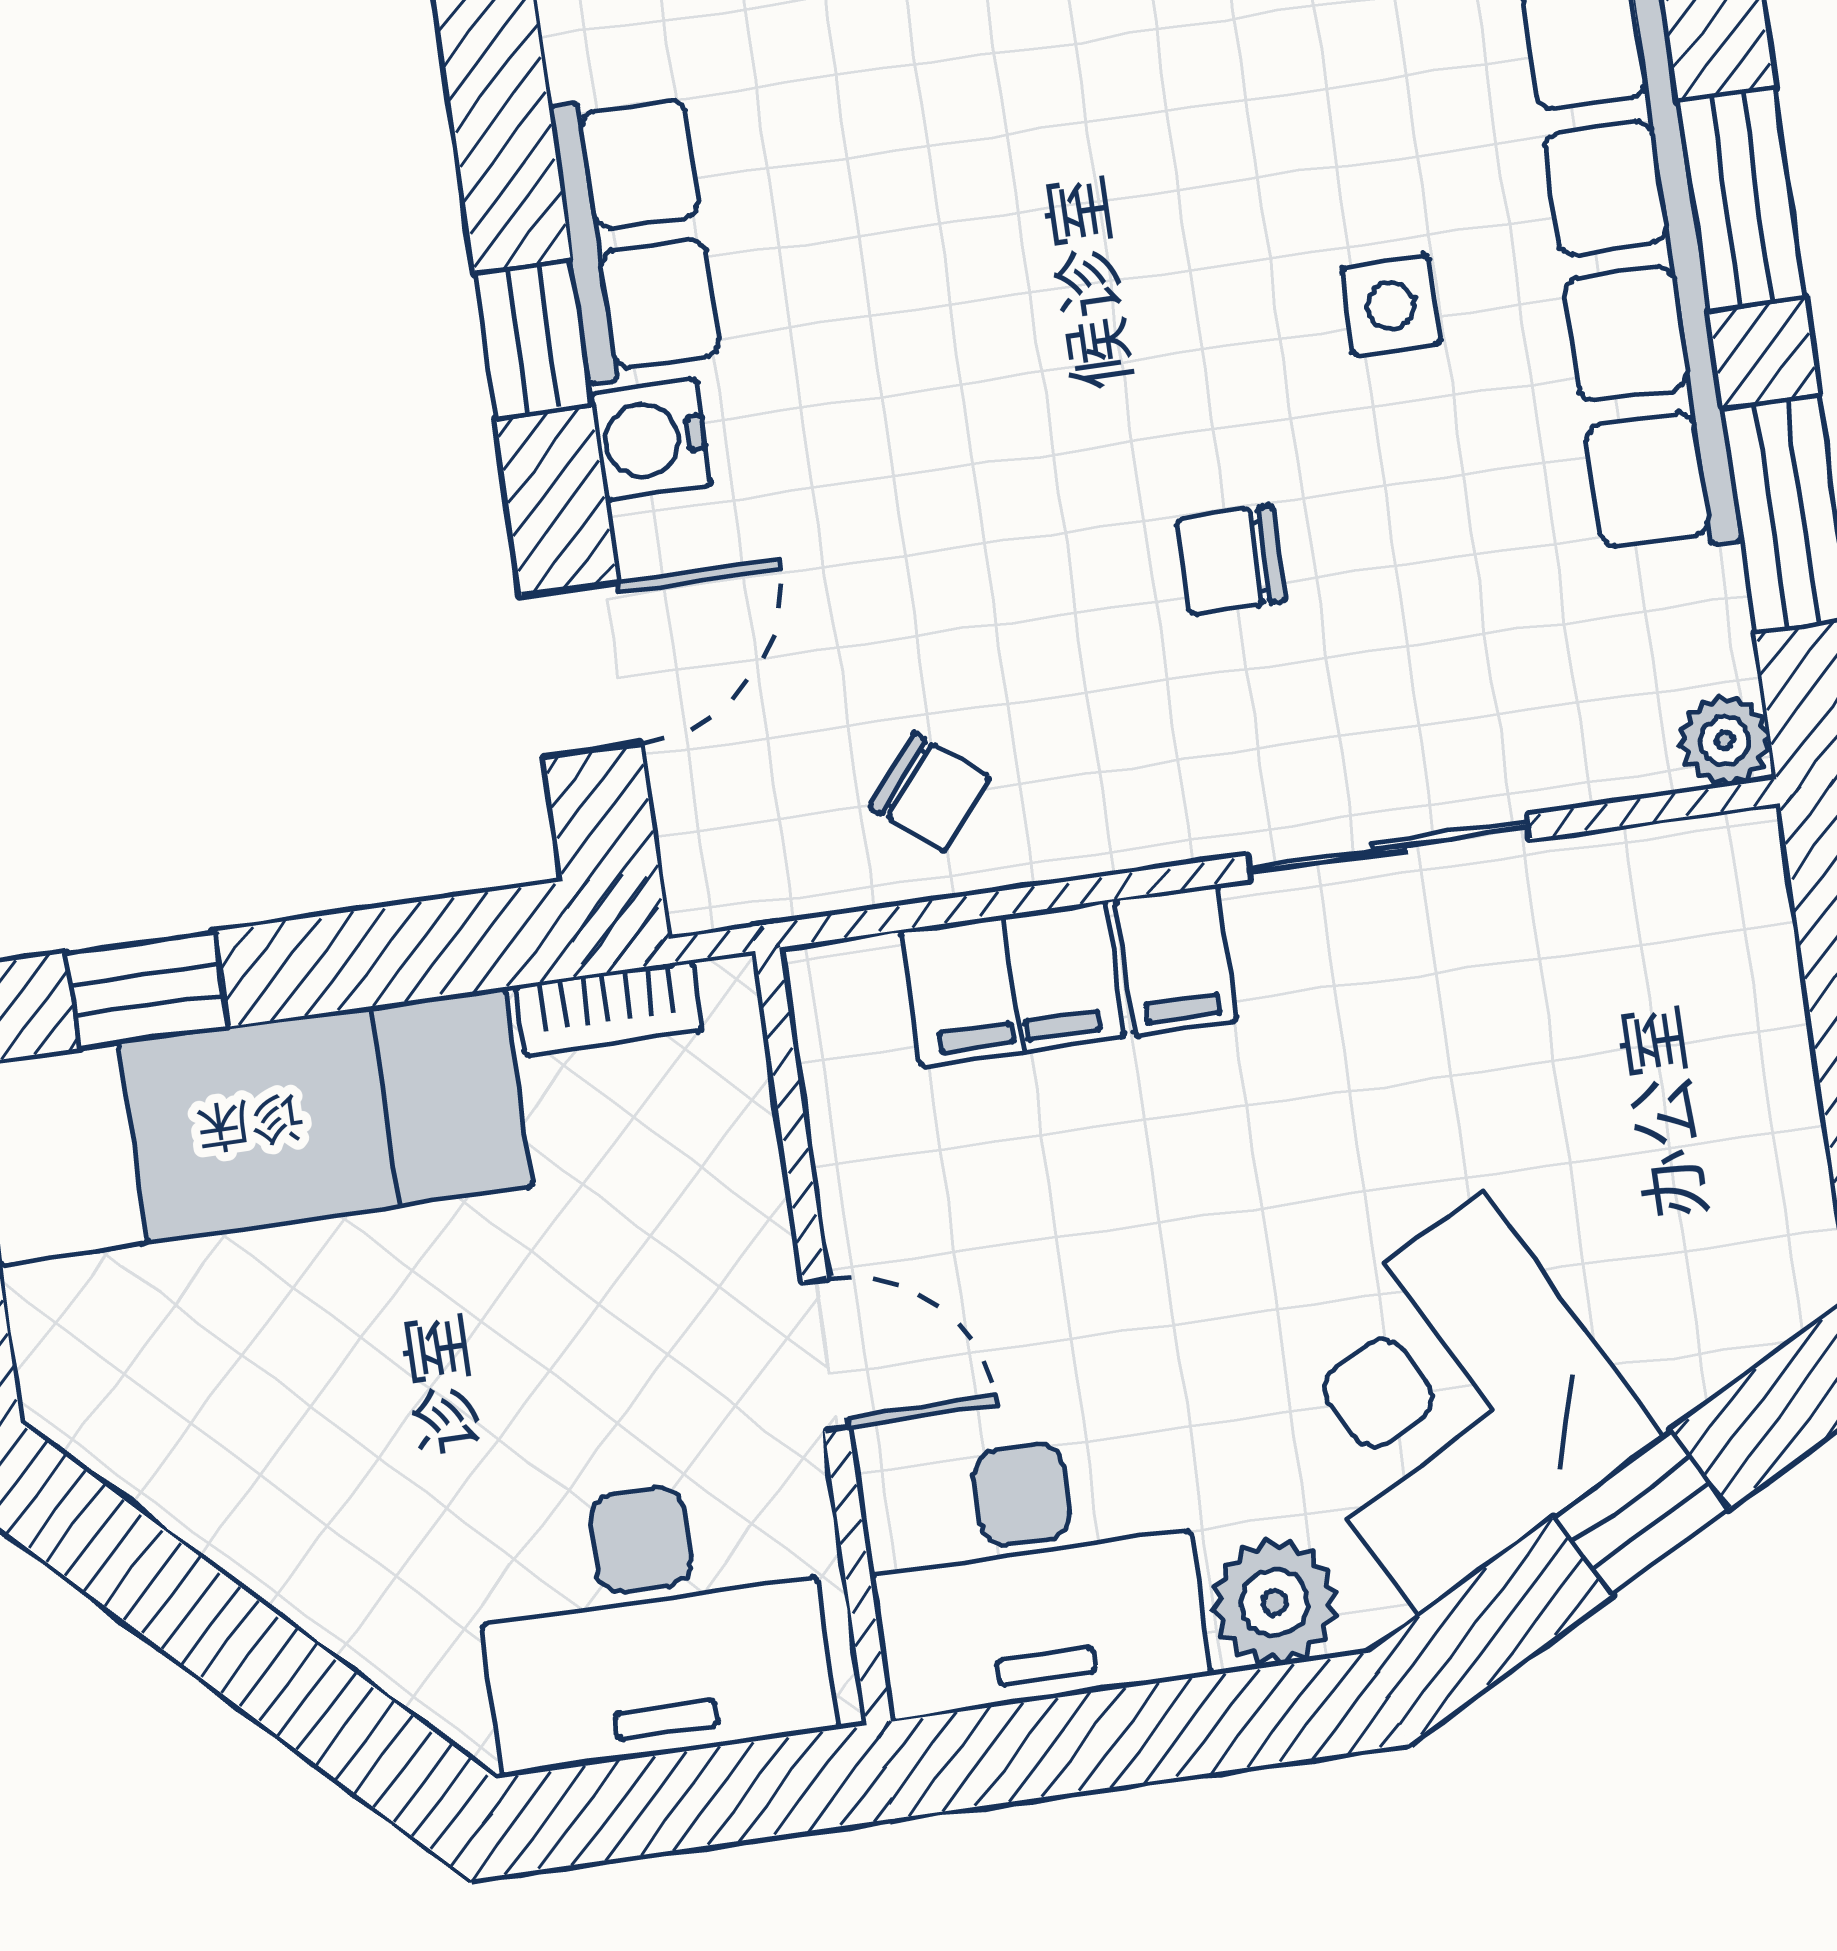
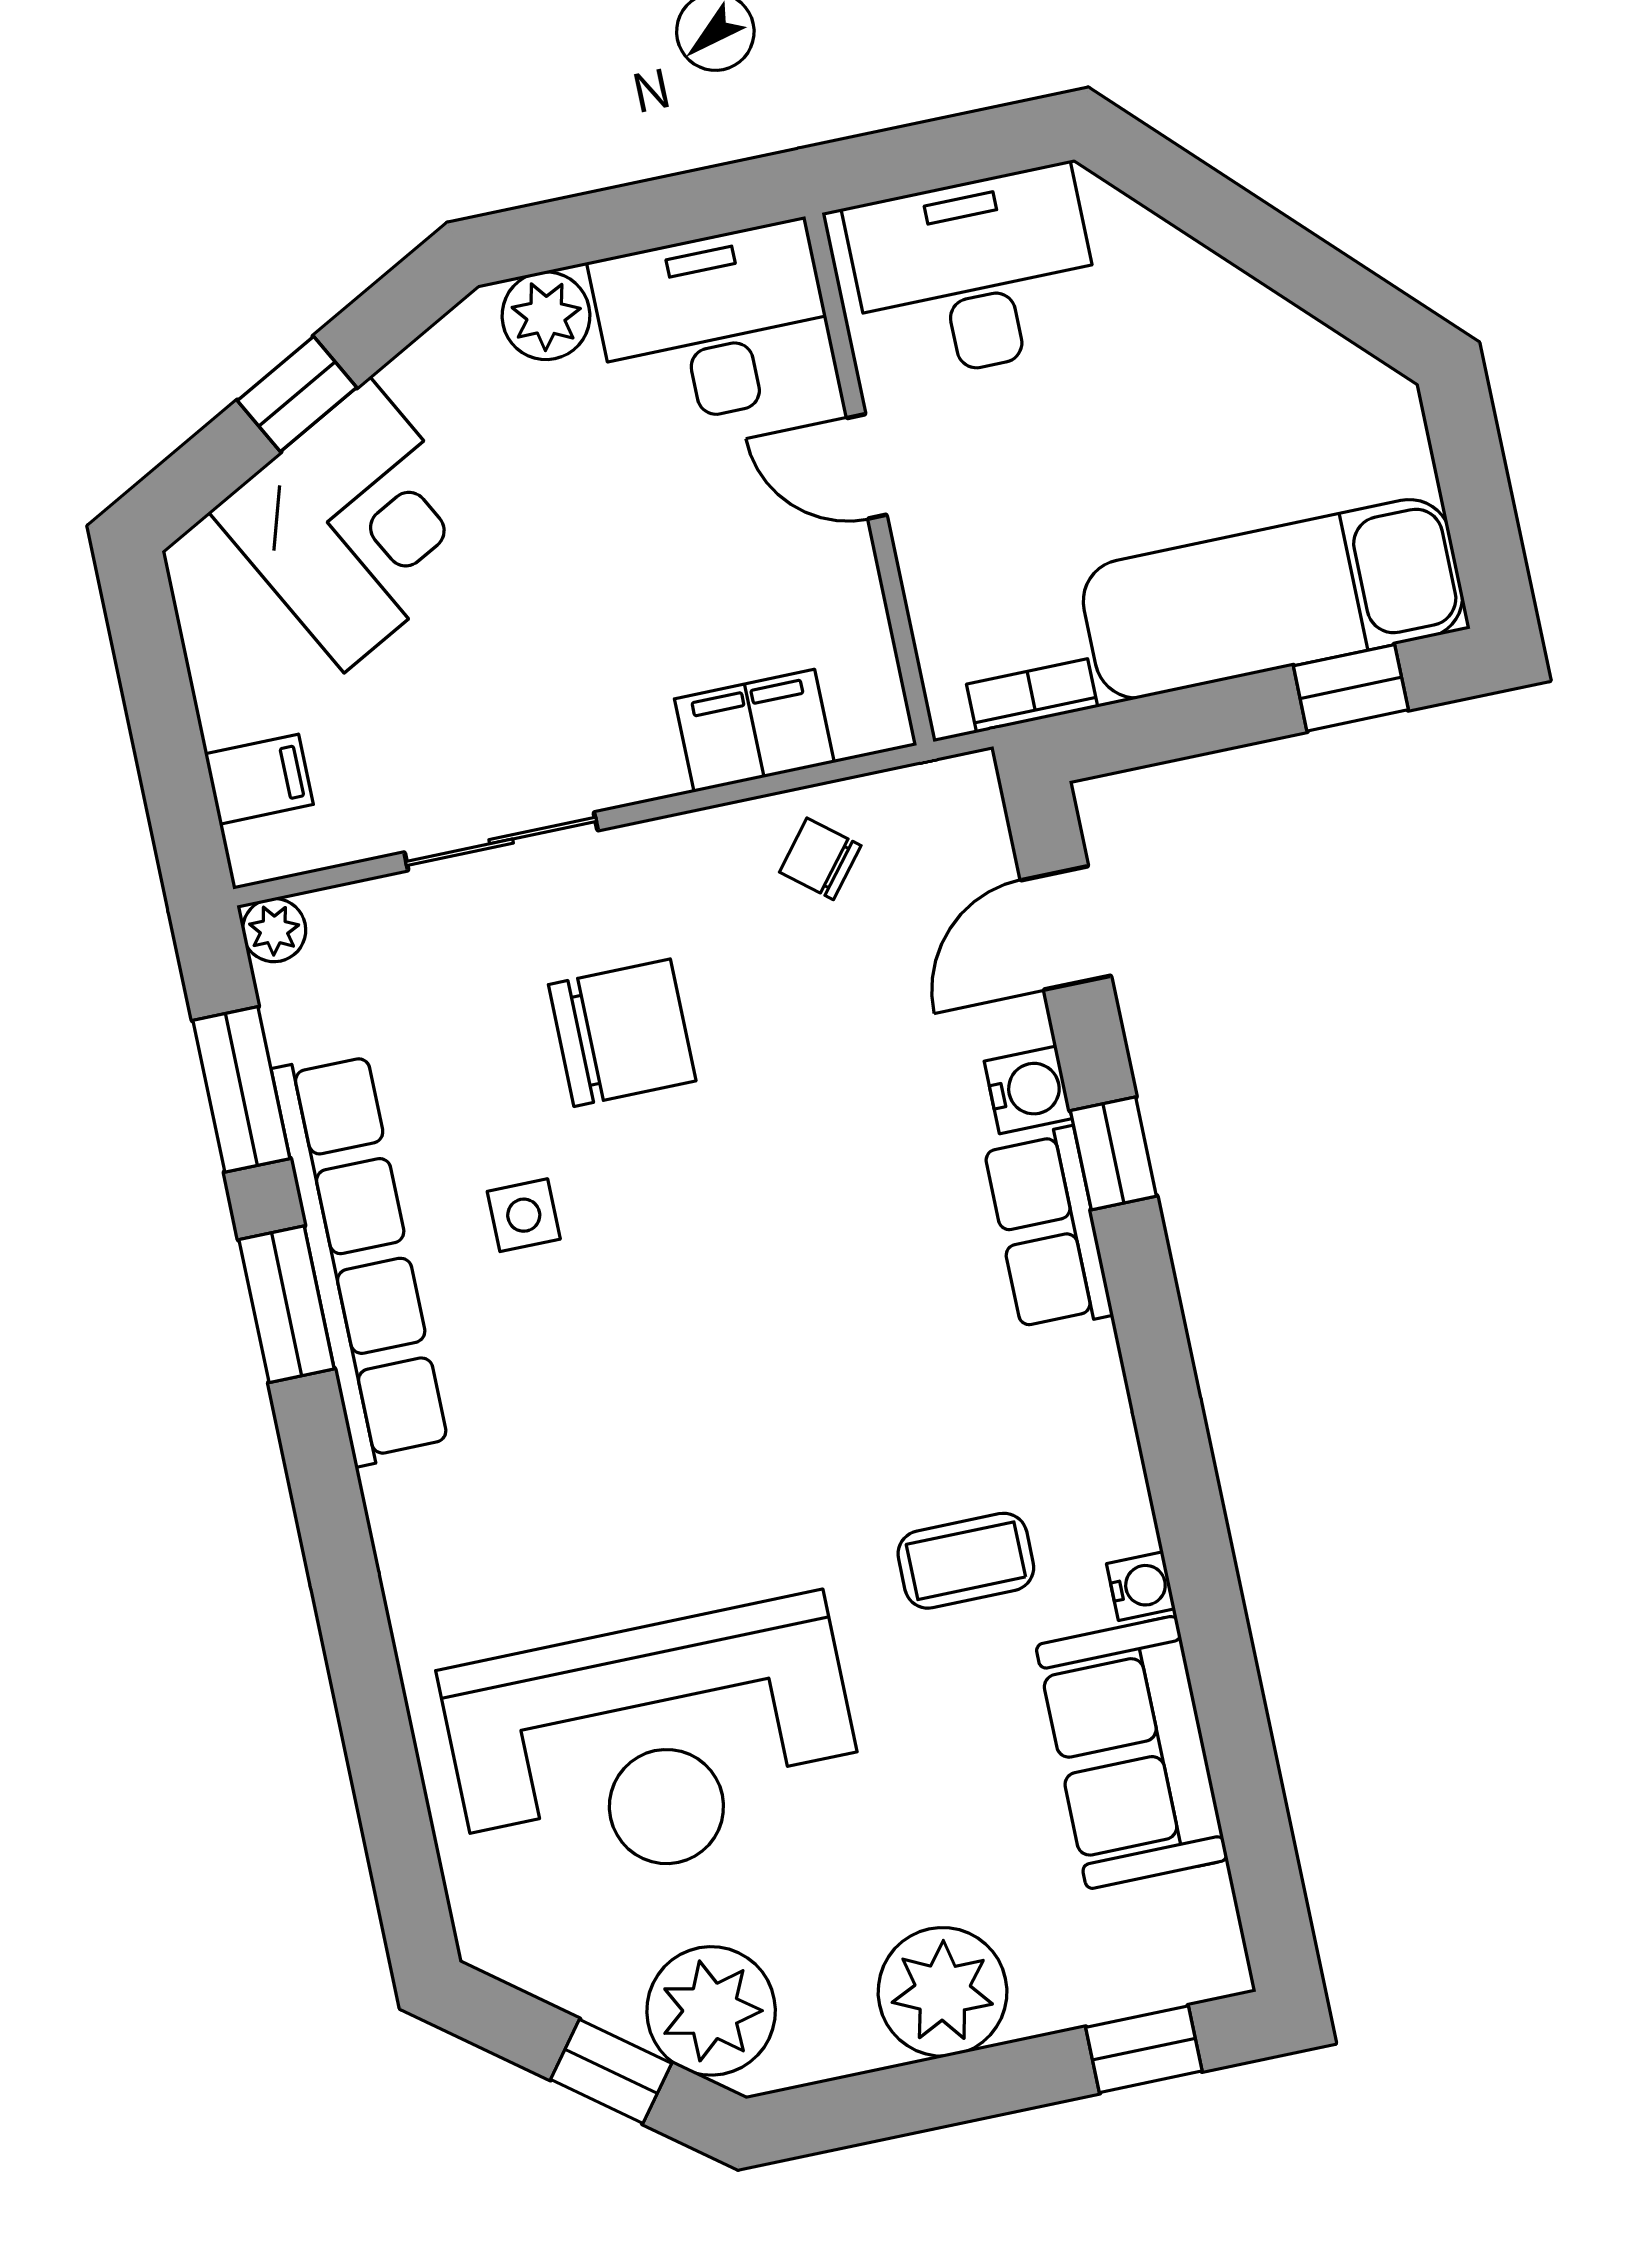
chair: (1232, 560) -> (622, 1033), width x1.87, depth x1.87
filing cabinet: (1176, 960) -> (259, 779), moved, turned 90
corner desk: (1451, 1404) -> (357, 525), moved

